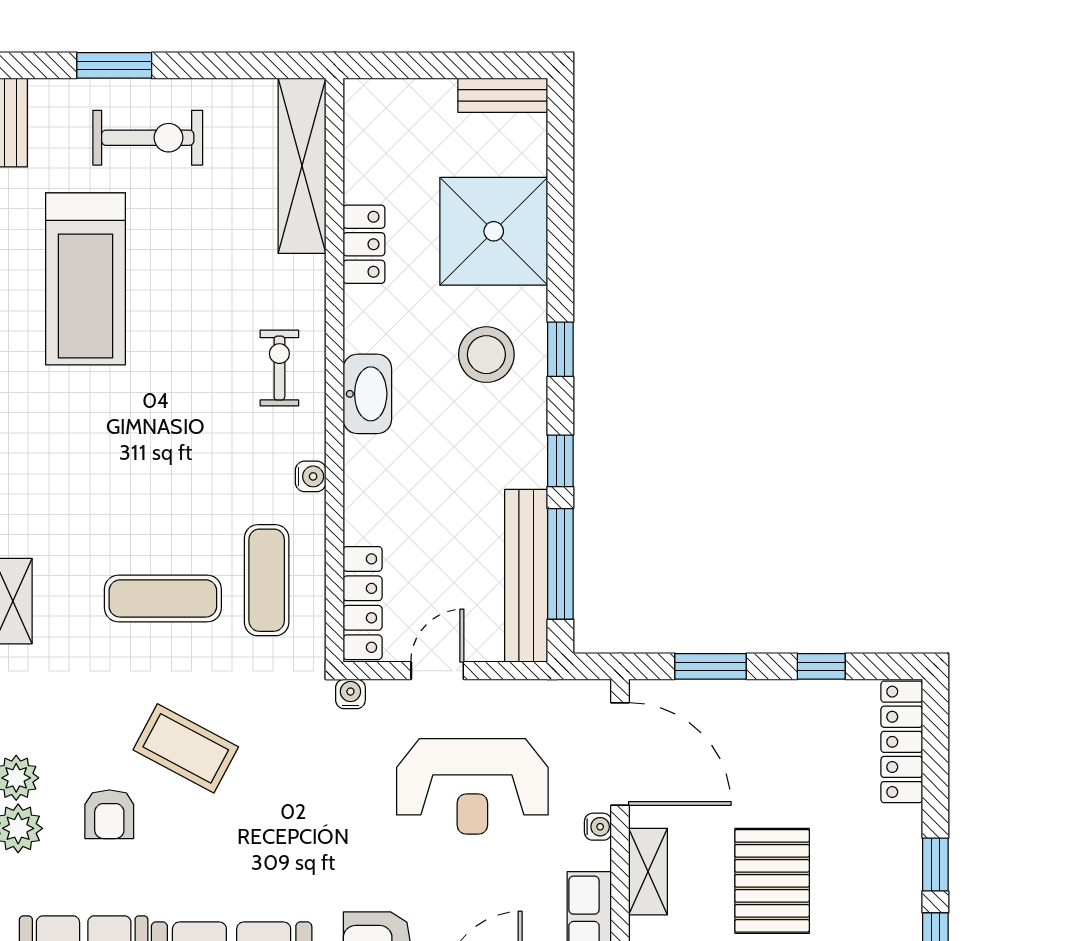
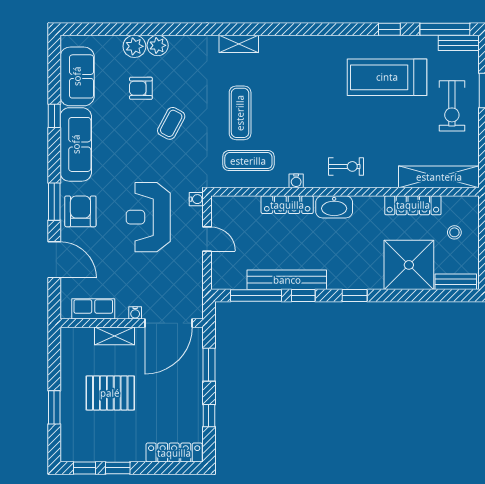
bench: (503, 95) -> (456, 282), moved, turned 90
locker: (364, 244) -> (413, 205), width x1.53
stool: (486, 355) -> (454, 232), moved, width x0.53, depth x0.53
bench: (526, 576) -> (287, 280), moved
locker: (363, 603) -> (287, 205), moved
coffee table: (186, 748) -> (171, 123), width x0.73, depth x0.77
reception desk: (472, 786) -> (148, 217), moved

